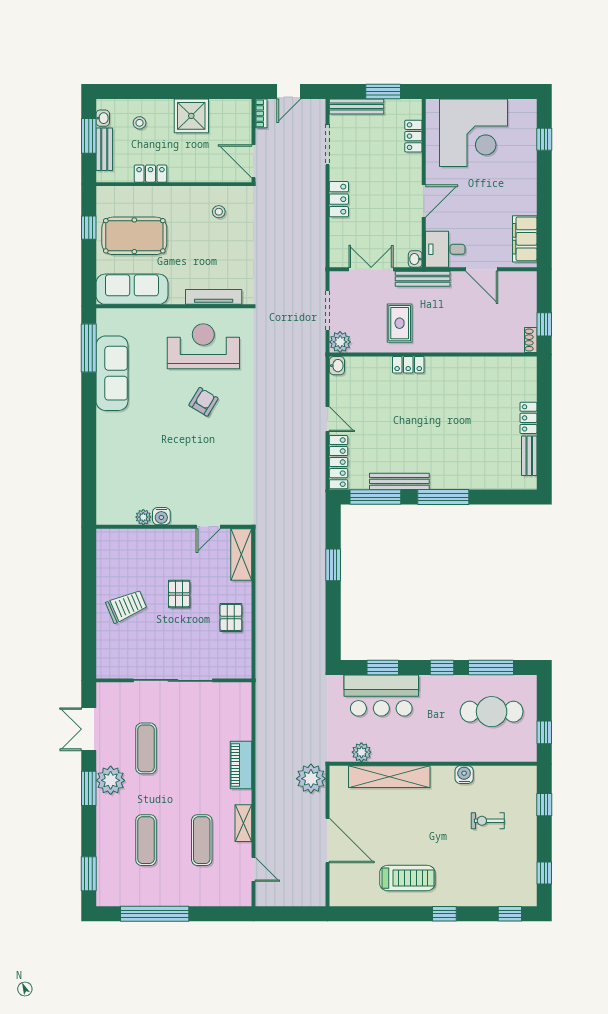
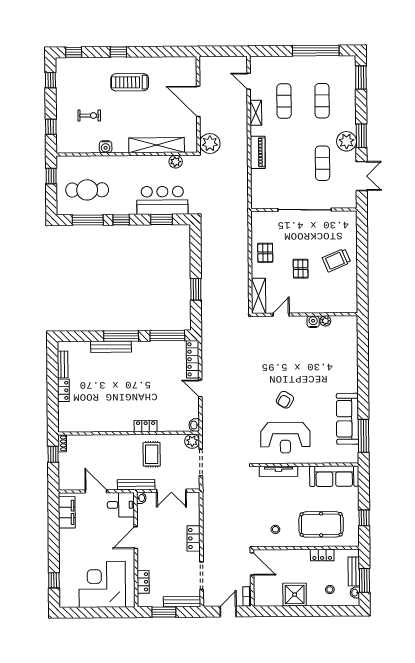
pool table: (134, 236) -> (321, 524), moved
bench: (399, 481) -> (111, 347), moved
treadmill: (407, 878) -> (130, 82), moved

